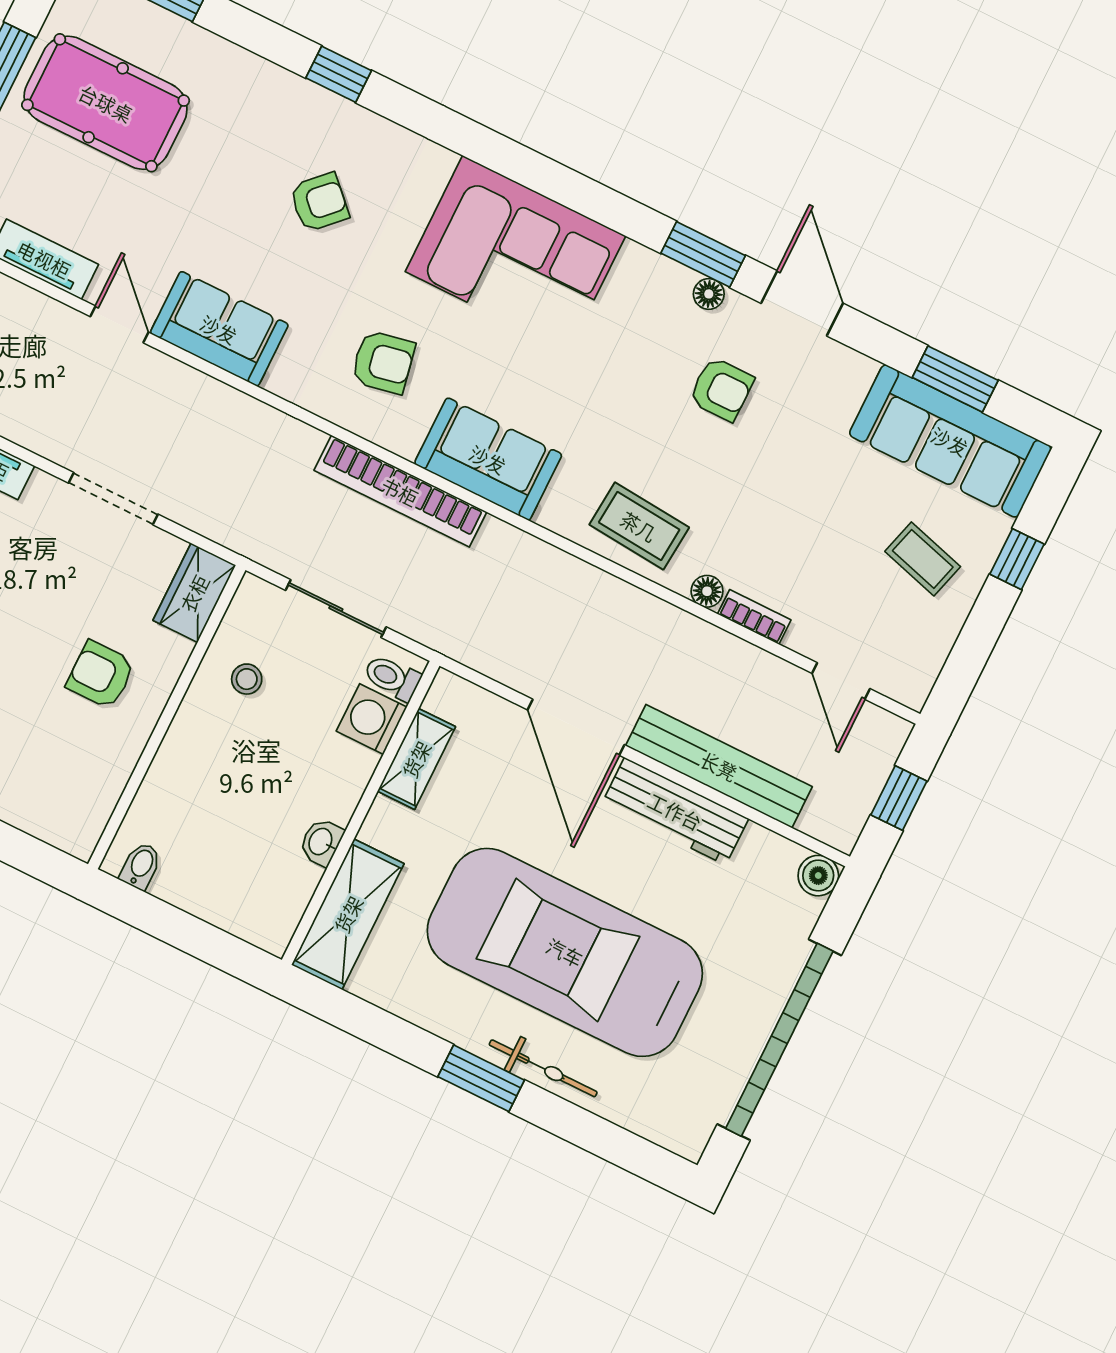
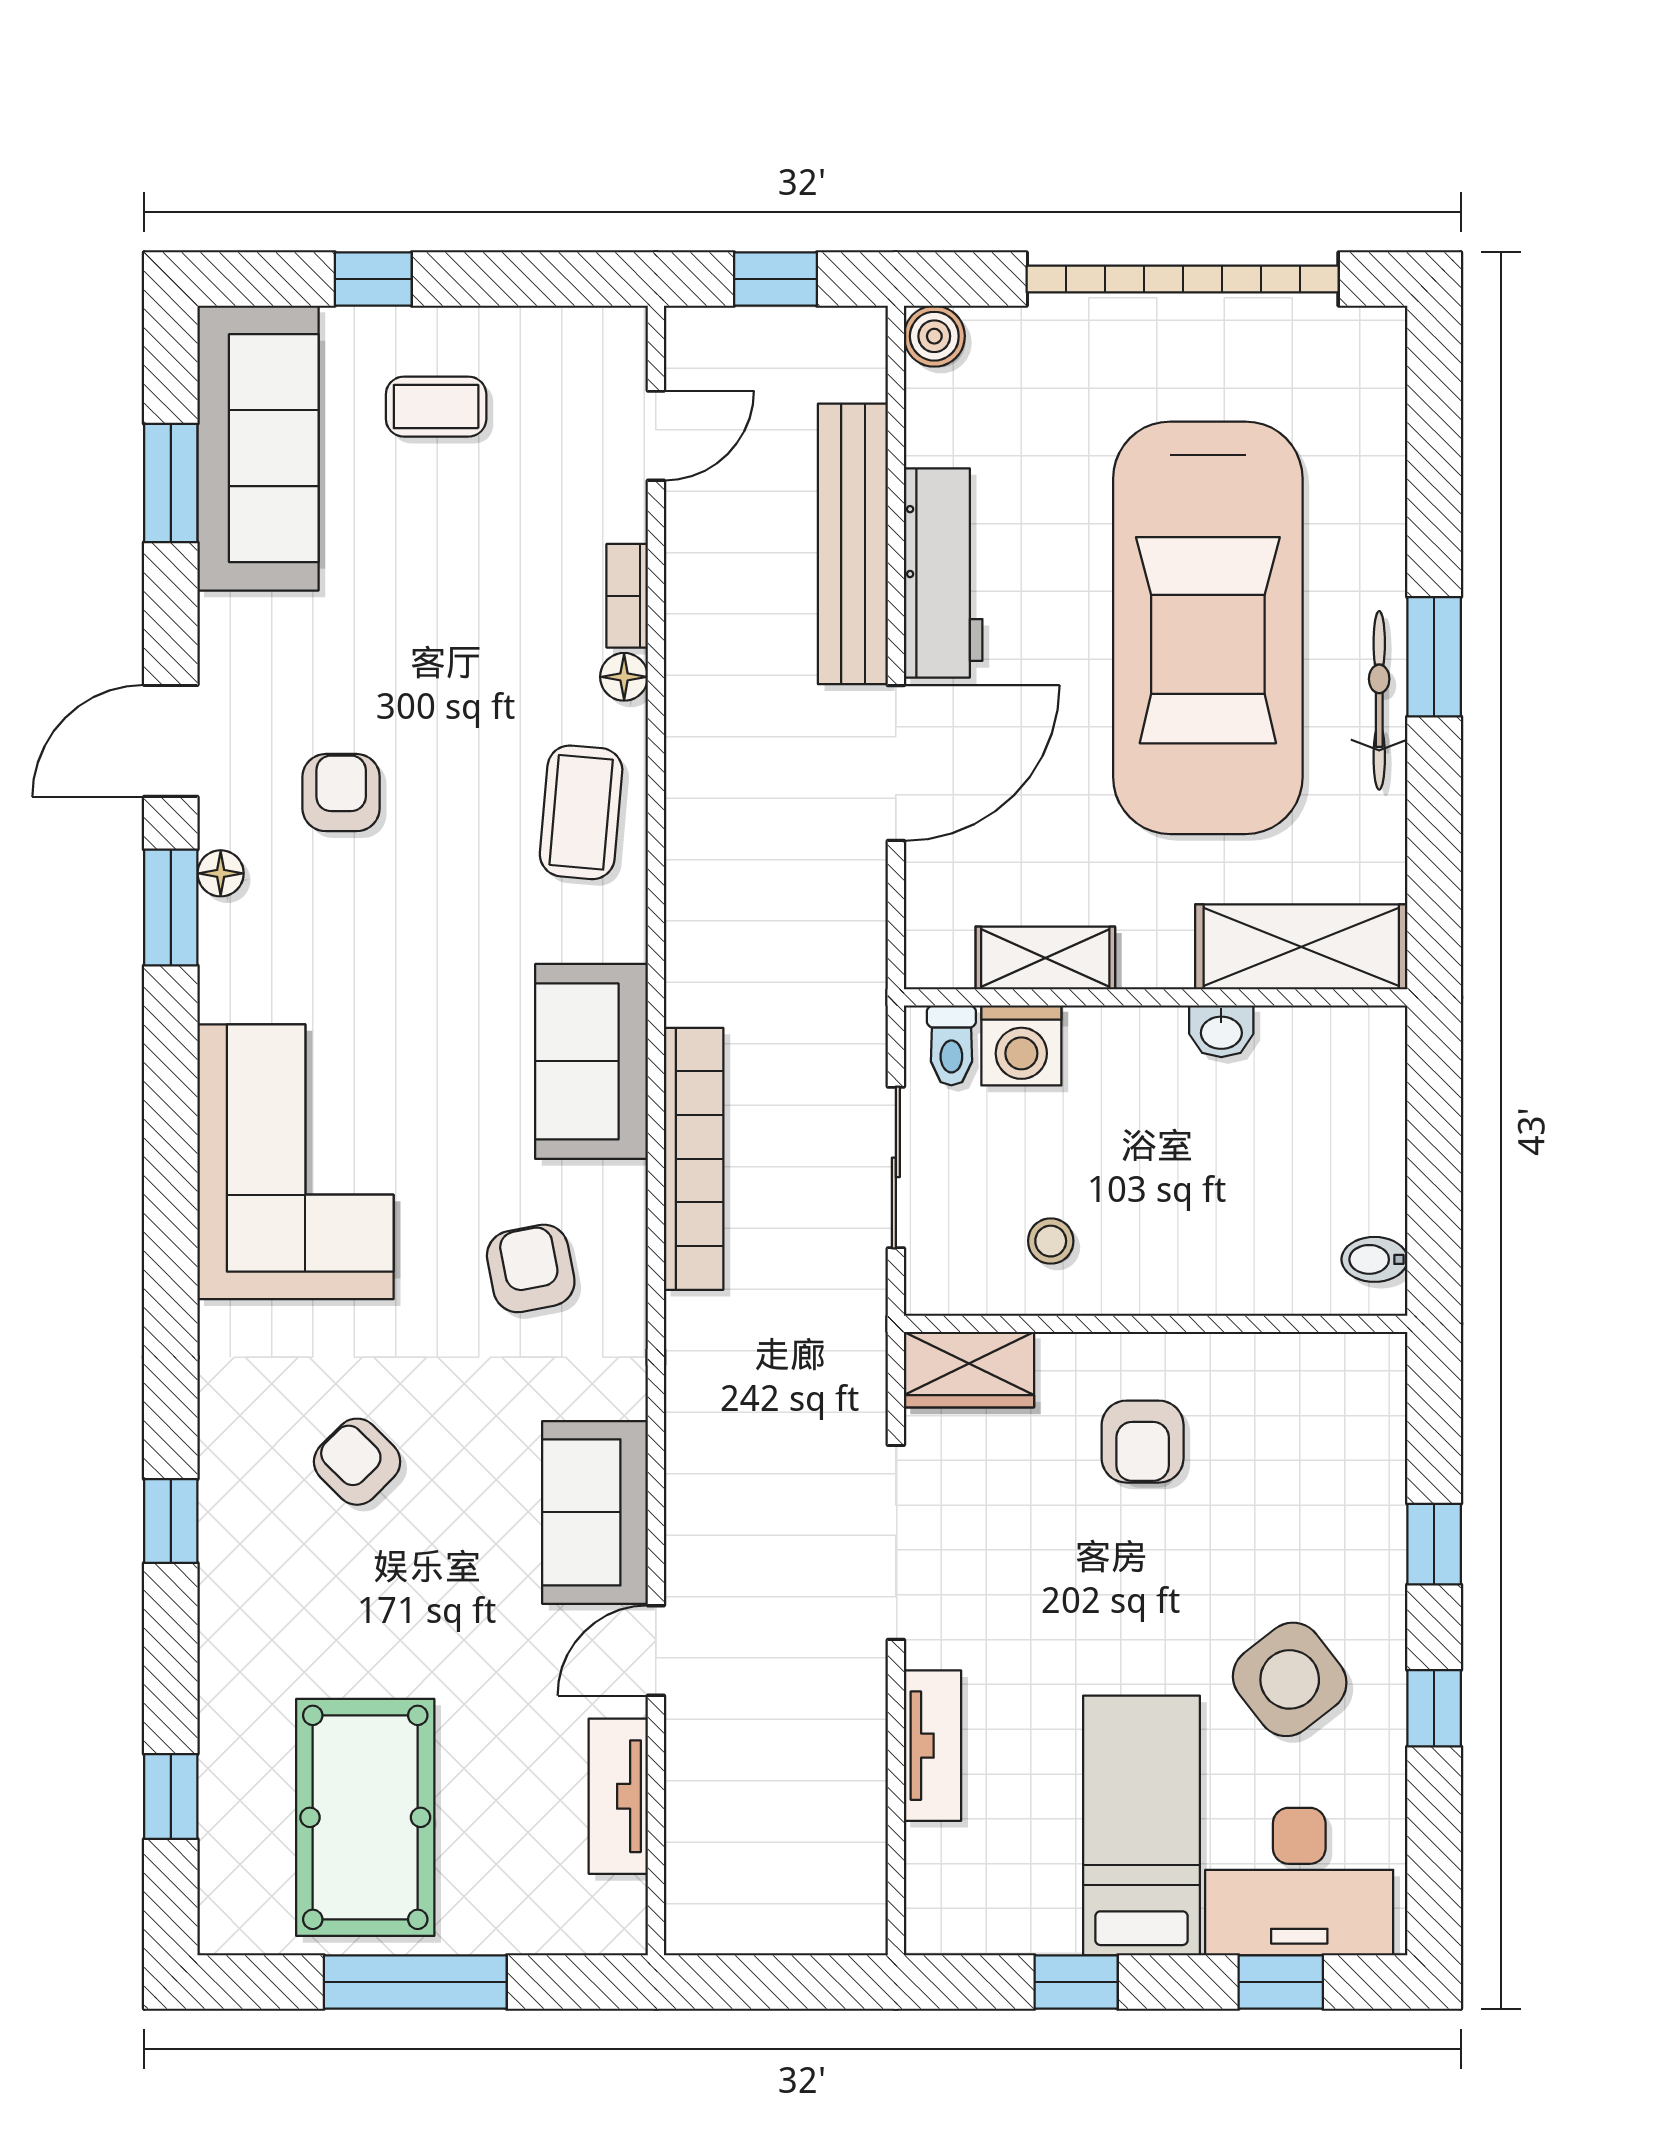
doorway: (113, 499) -> (896, 1542), width x1.36
coffee table: (923, 559) -> (436, 407), turned 74
bicycle: (543, 1068) -> (1379, 700), moved

